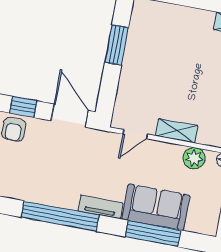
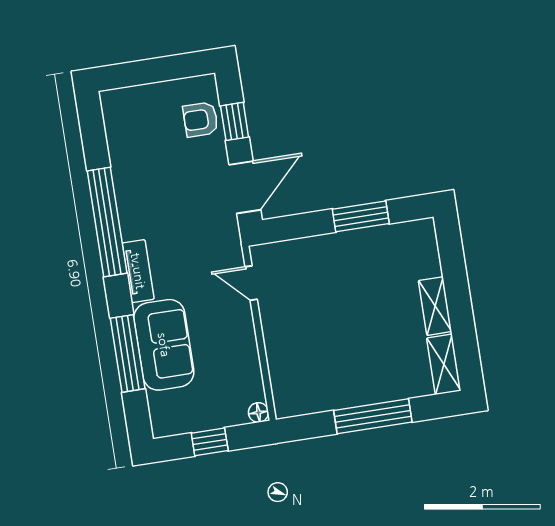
shelving: (177, 131) -> (435, 306), moved
plant: (194, 158) -> (247, 372), removed

